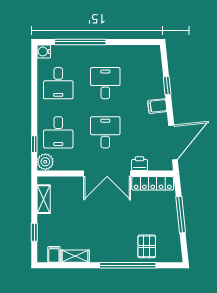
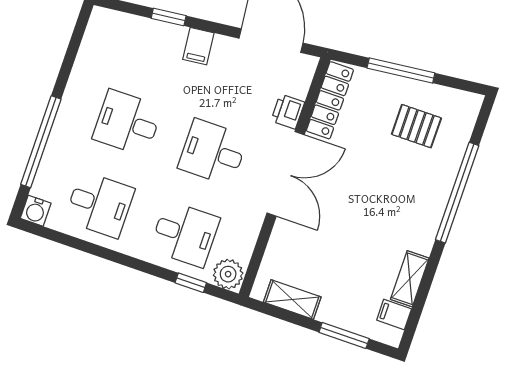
window: (34, 232) -> (344, 335), width x1.50
pallet: (147, 246) -> (416, 126), moved

